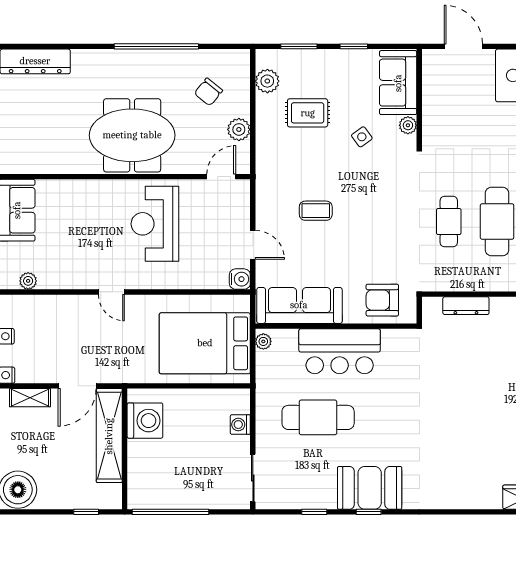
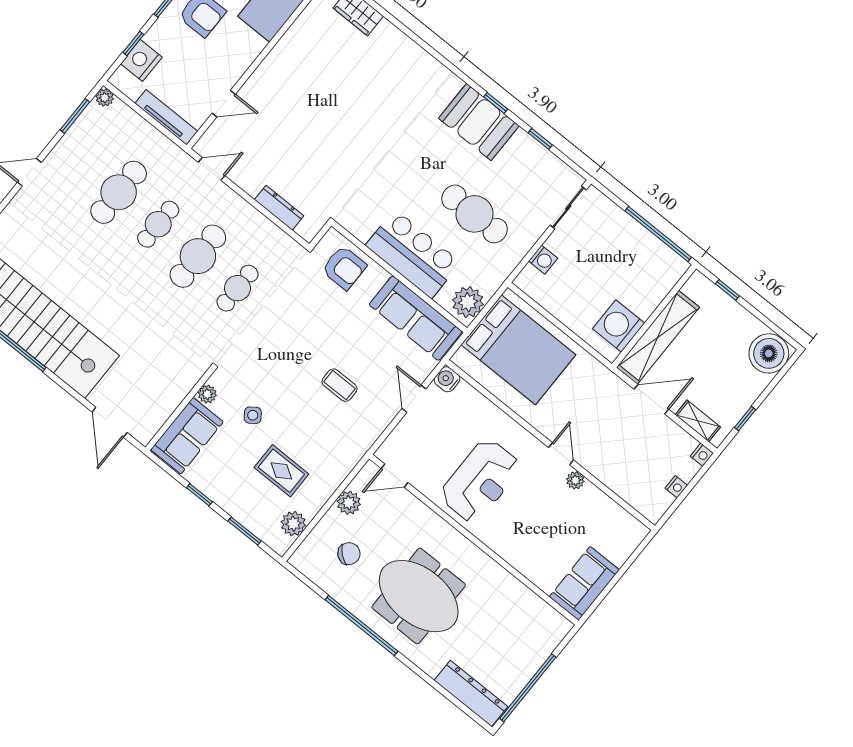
meeting table: (132, 135) -> (419, 596), moved
plant: (28, 281) -> (575, 480), moved
plant: (263, 341) -> (468, 302), width x1.88, depth x1.88

